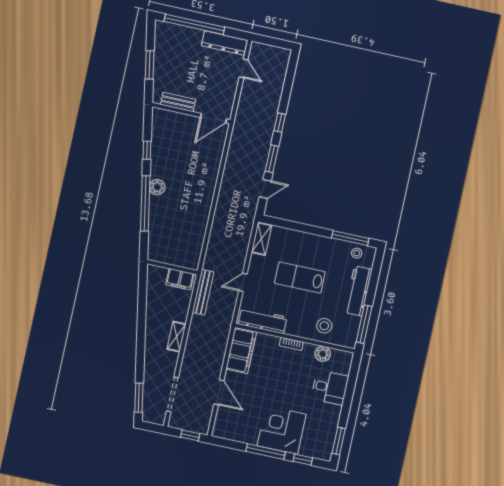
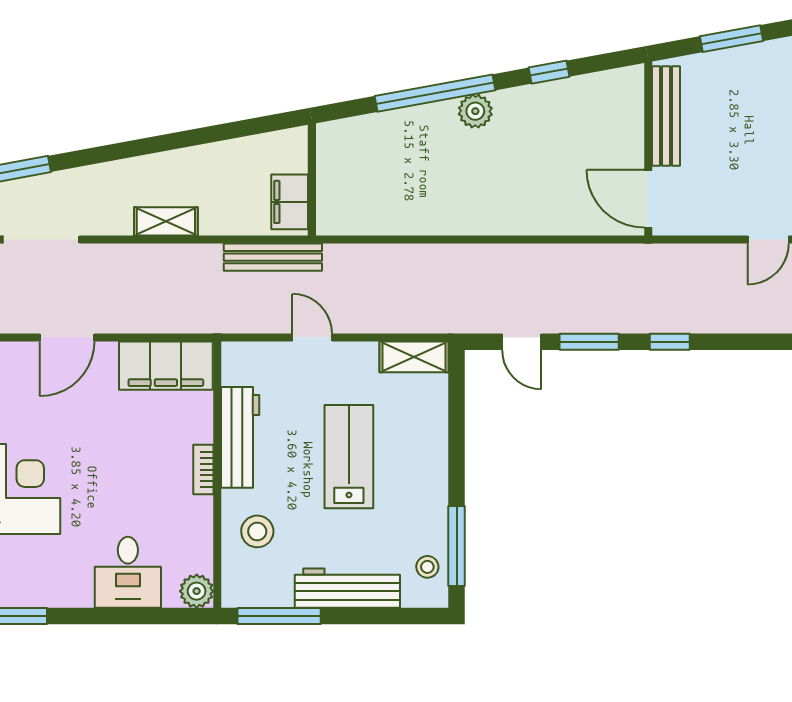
bench: (178, 102) -> (666, 116), width x1.36
workbench: (263, 320) -> (240, 437), moved
plant: (323, 354) -> (197, 591), moved

